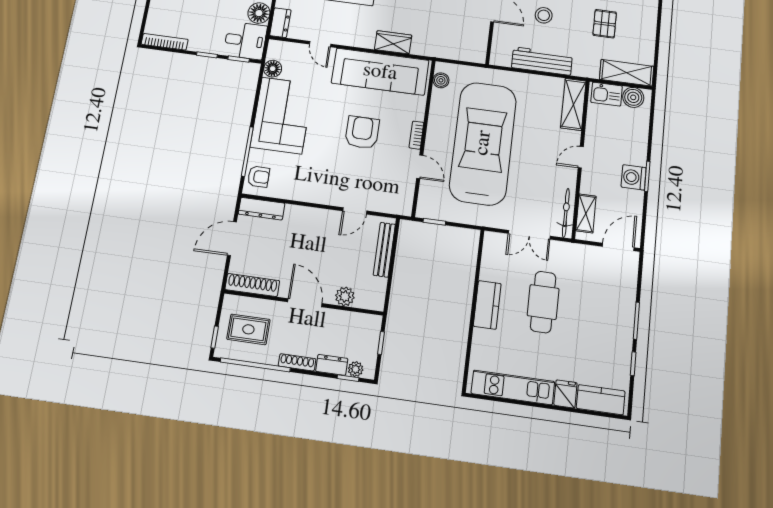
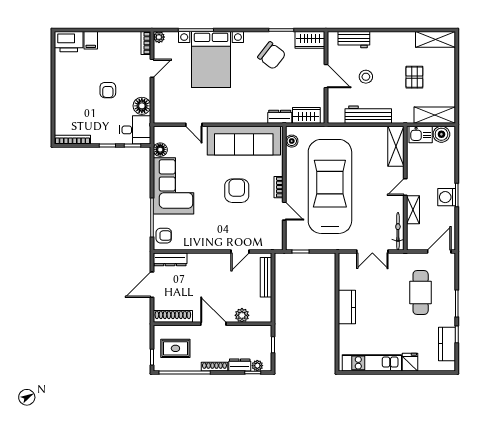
dresser: (280, 23) -> (280, 117), moved, turned -90
wardrobe: (393, 42) -> (306, 115), moved
shelving: (586, 213) -> (413, 210), moved
cafe table: (543, 302) -> (421, 292), moved
kitchen counter: (601, 400) -> (447, 344), moved, turned -90

